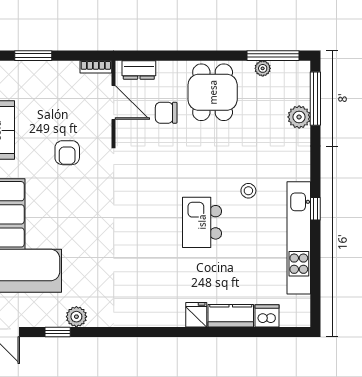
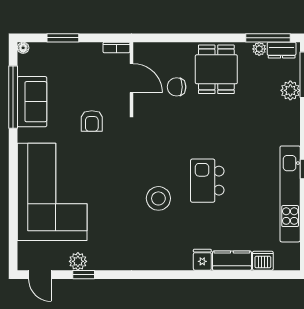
dresser: (139, 70) -> (282, 50), moved
stool: (248, 191) -> (158, 198), moved, width x1.89, depth x1.89
plant: (76, 317) -> (78, 261), moved

